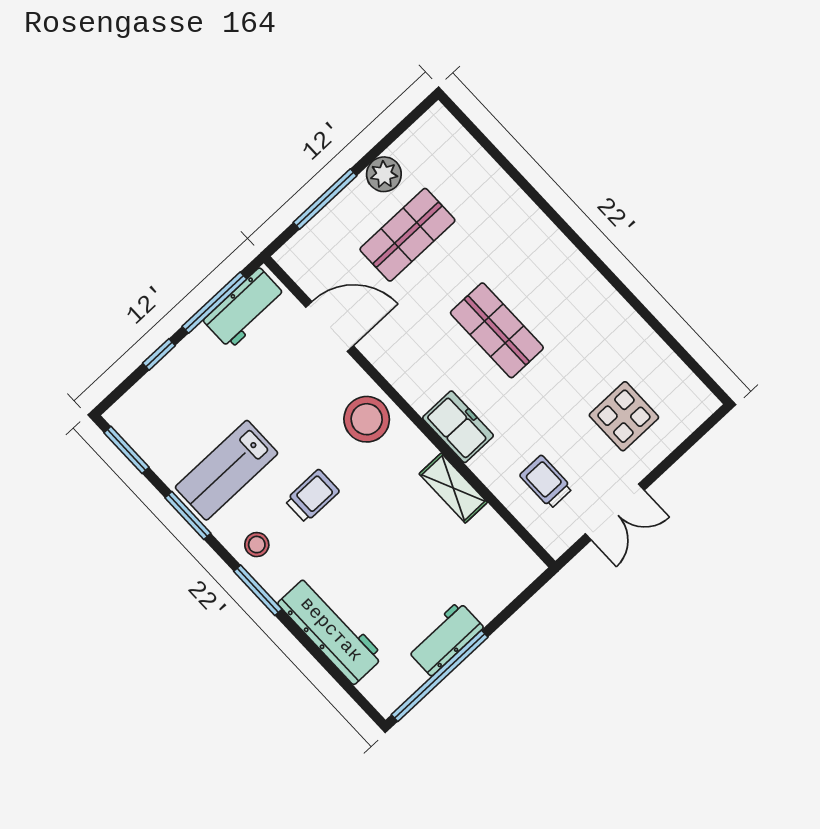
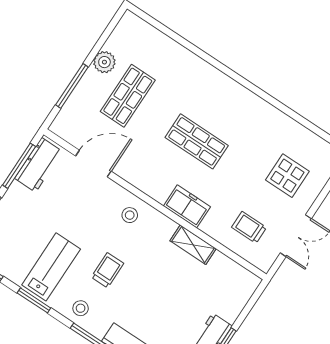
stool: (367, 419) -> (130, 215), width x0.53, depth x0.53
lab bench: (227, 470) -> (51, 267), turned 180

